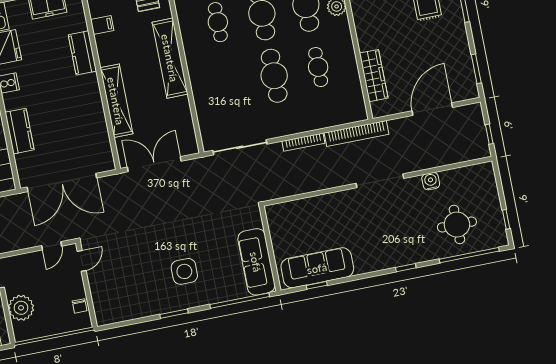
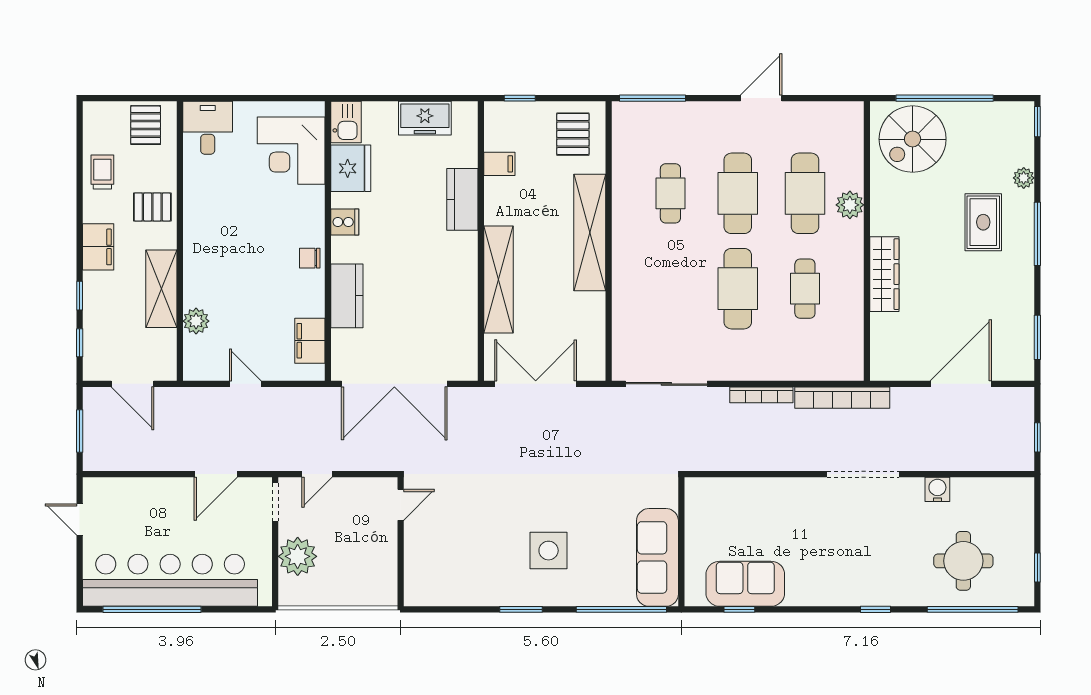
wardrobe: (374, 76) -> (884, 274), moved
door: (52, 246) -> (317, 474), moved
sofa: (317, 268) -> (745, 584), width x0.73
chair: (80, 306) -> (384, 571), removed

